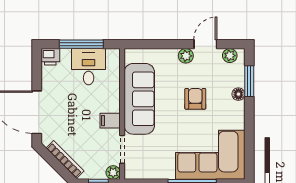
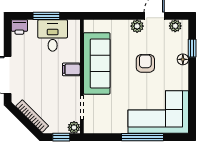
window: (81, 44) -> (46, 16), width x0.69
window: (249, 81) -> (192, 48), width x0.67
filing cabinet: (110, 121) -> (71, 69), moved

